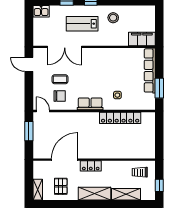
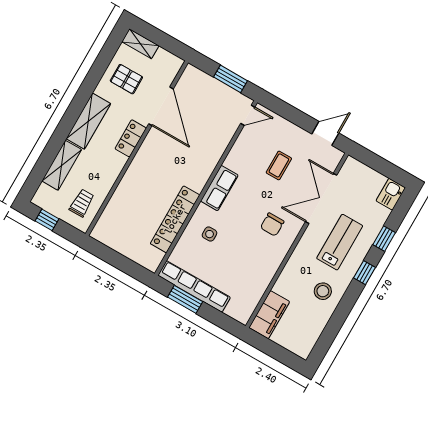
row of seats: (150, 70) -> (194, 286), moved
chair: (60, 96) -> (272, 225), moved

